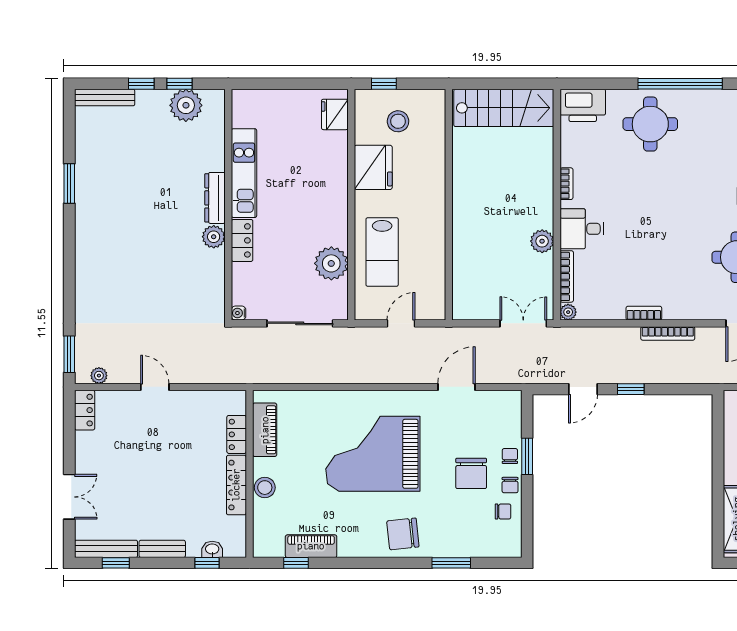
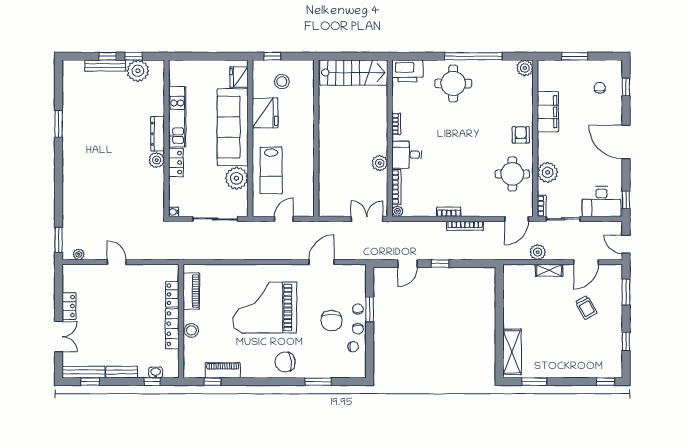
bench: (105, 98) -> (105, 65), moved
sofa: (325, 188) -> (233, 127), added
locker: (85, 410) -> (69, 306), moved

